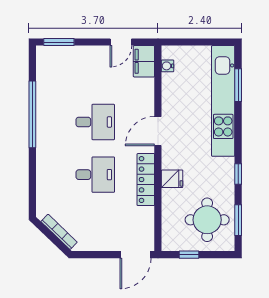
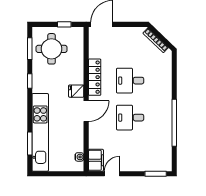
fridge: (172, 179) -> (76, 91), moved

